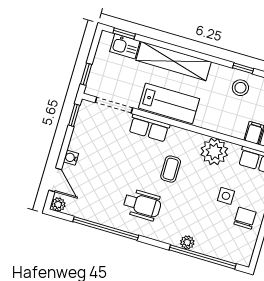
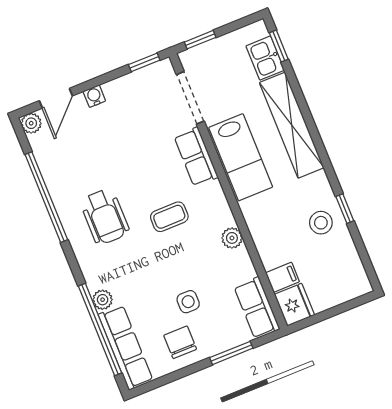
plant: (214, 152) -> (232, 238), width x0.53, depth x0.53
chair: (245, 218) -> (180, 342), turned -90
row of seats: (224, 251) -> (126, 347), added

